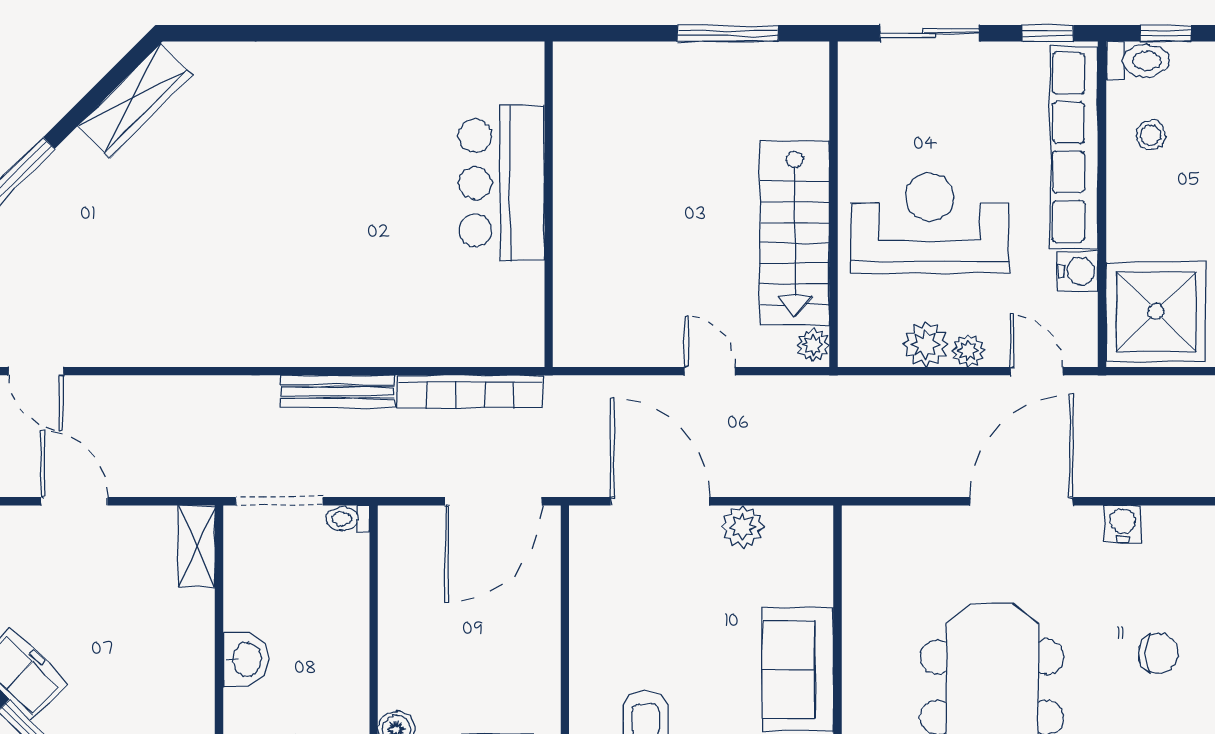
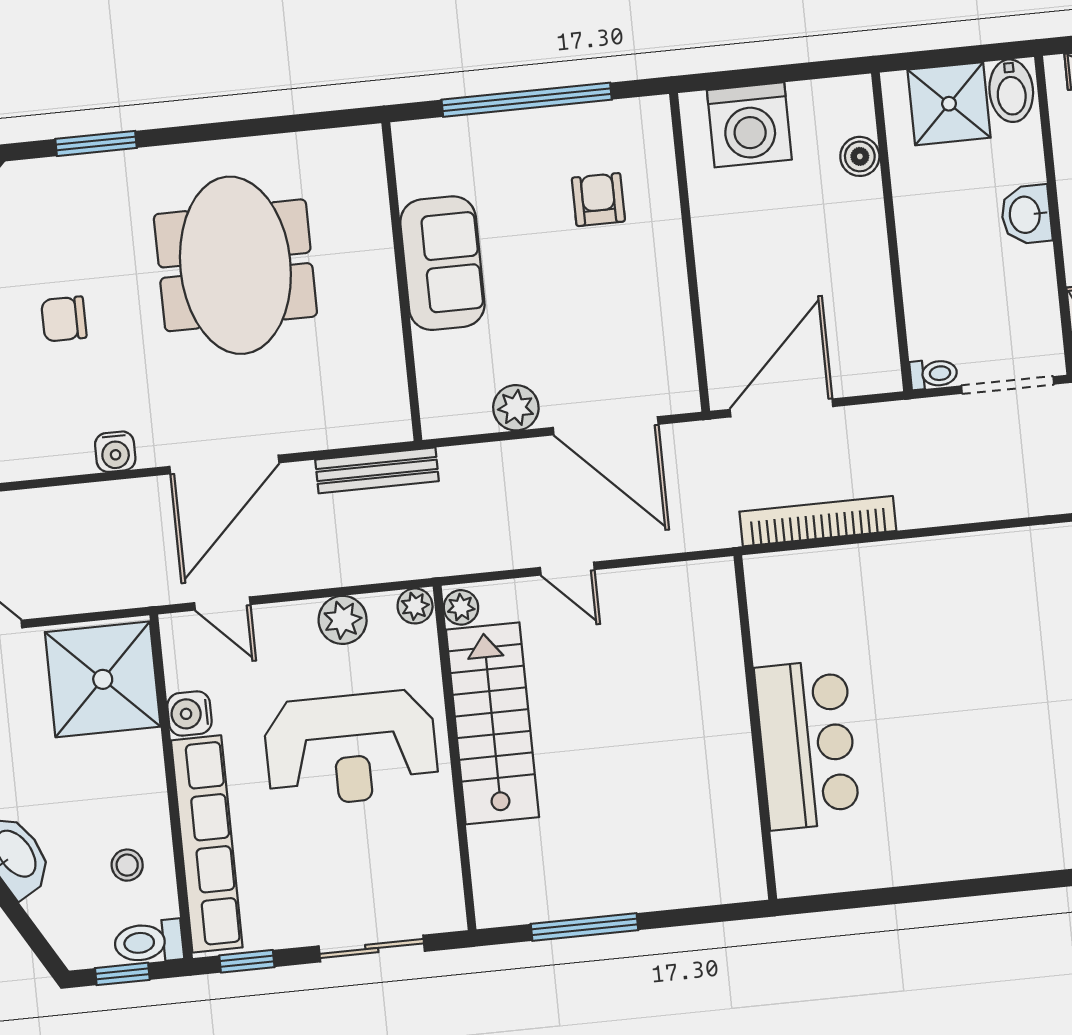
plant: (968, 350) -> (415, 606), moved
bench: (337, 391) -> (377, 470), moved

